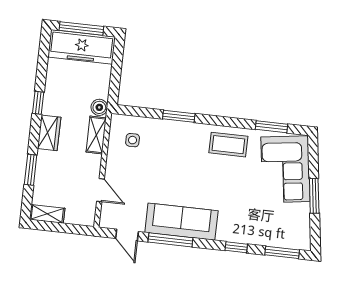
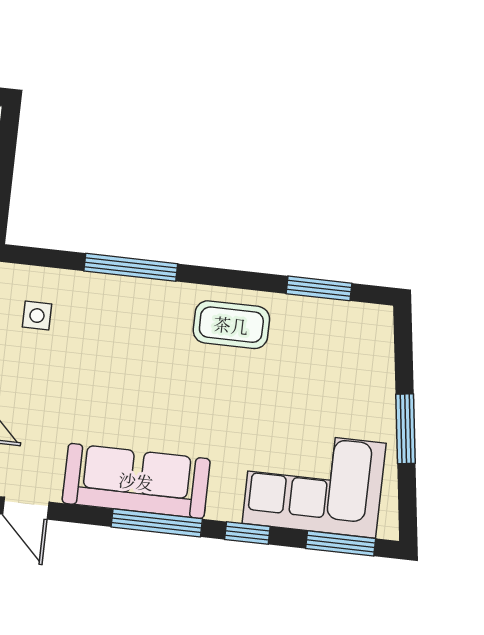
window: (179, 116) -> (131, 267), width x1.44
corner sofa: (285, 169) -> (314, 483), moved, turned 98
window: (170, 240) -> (157, 523), moved

